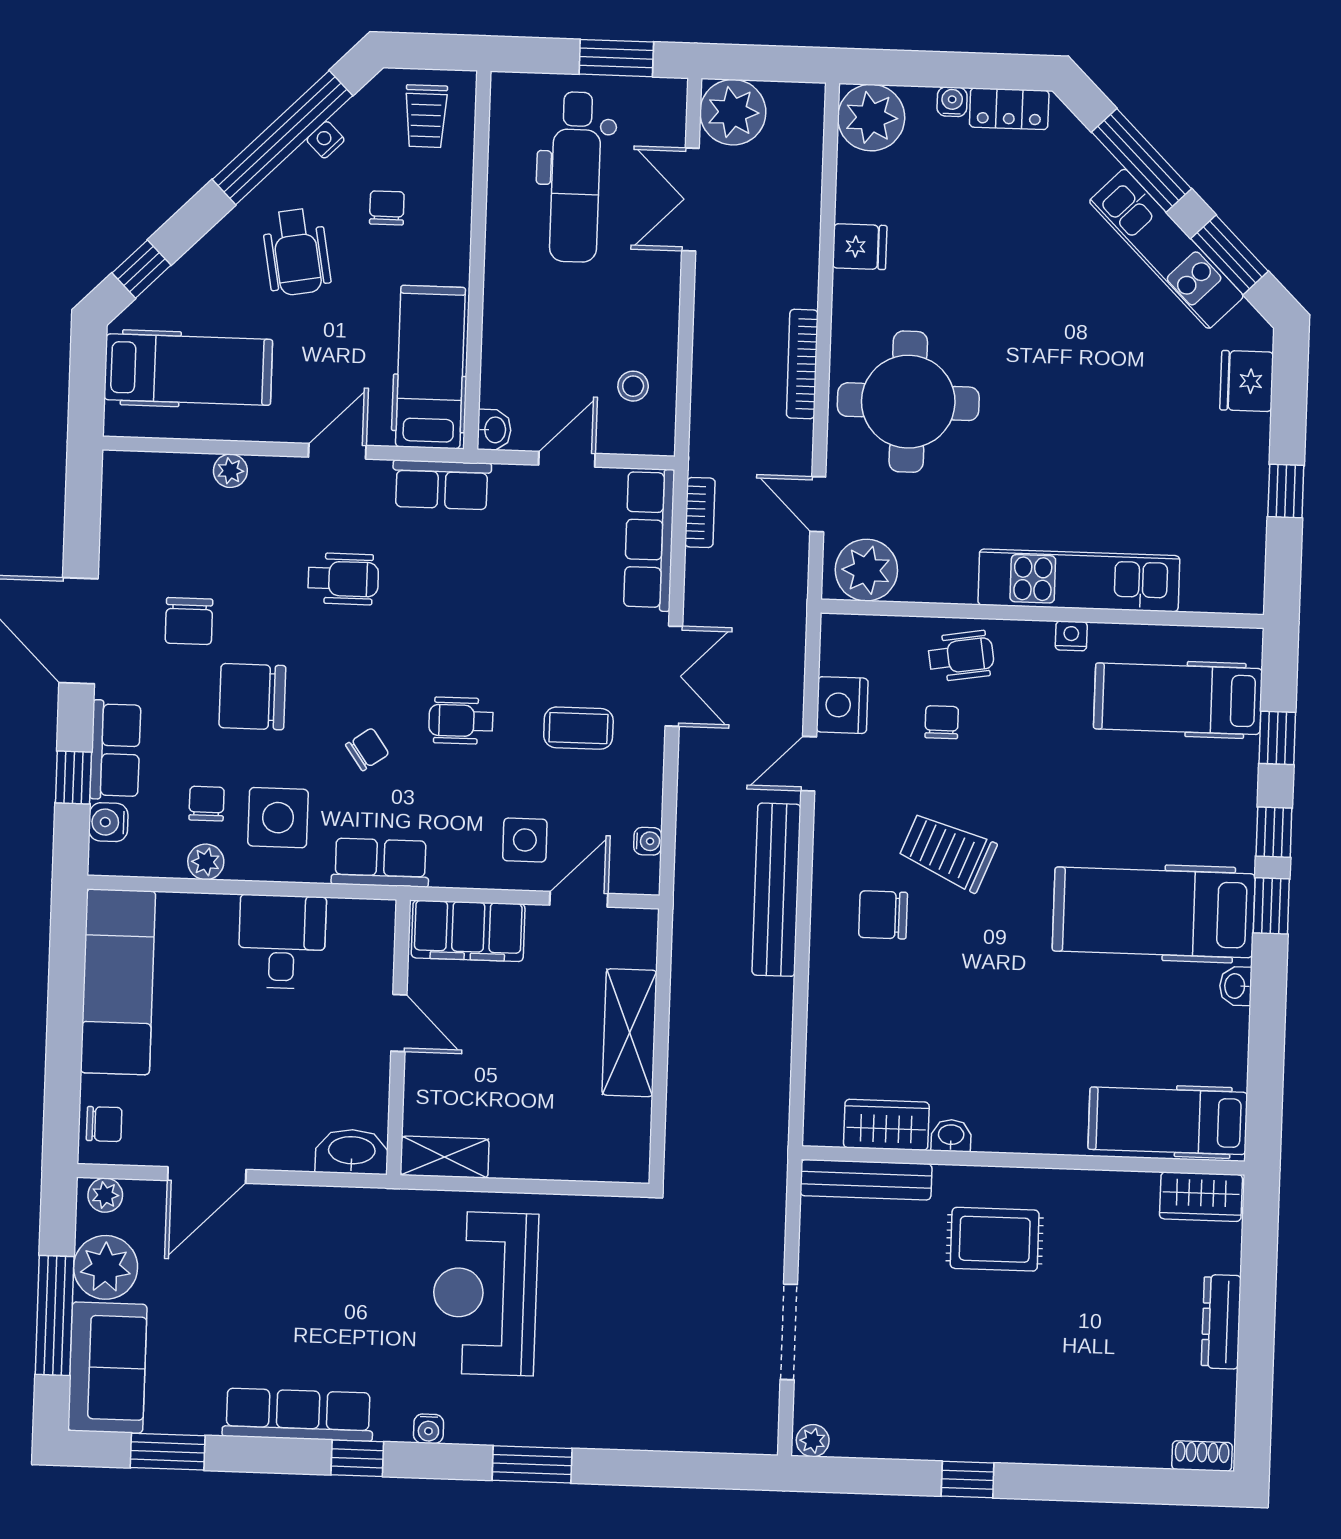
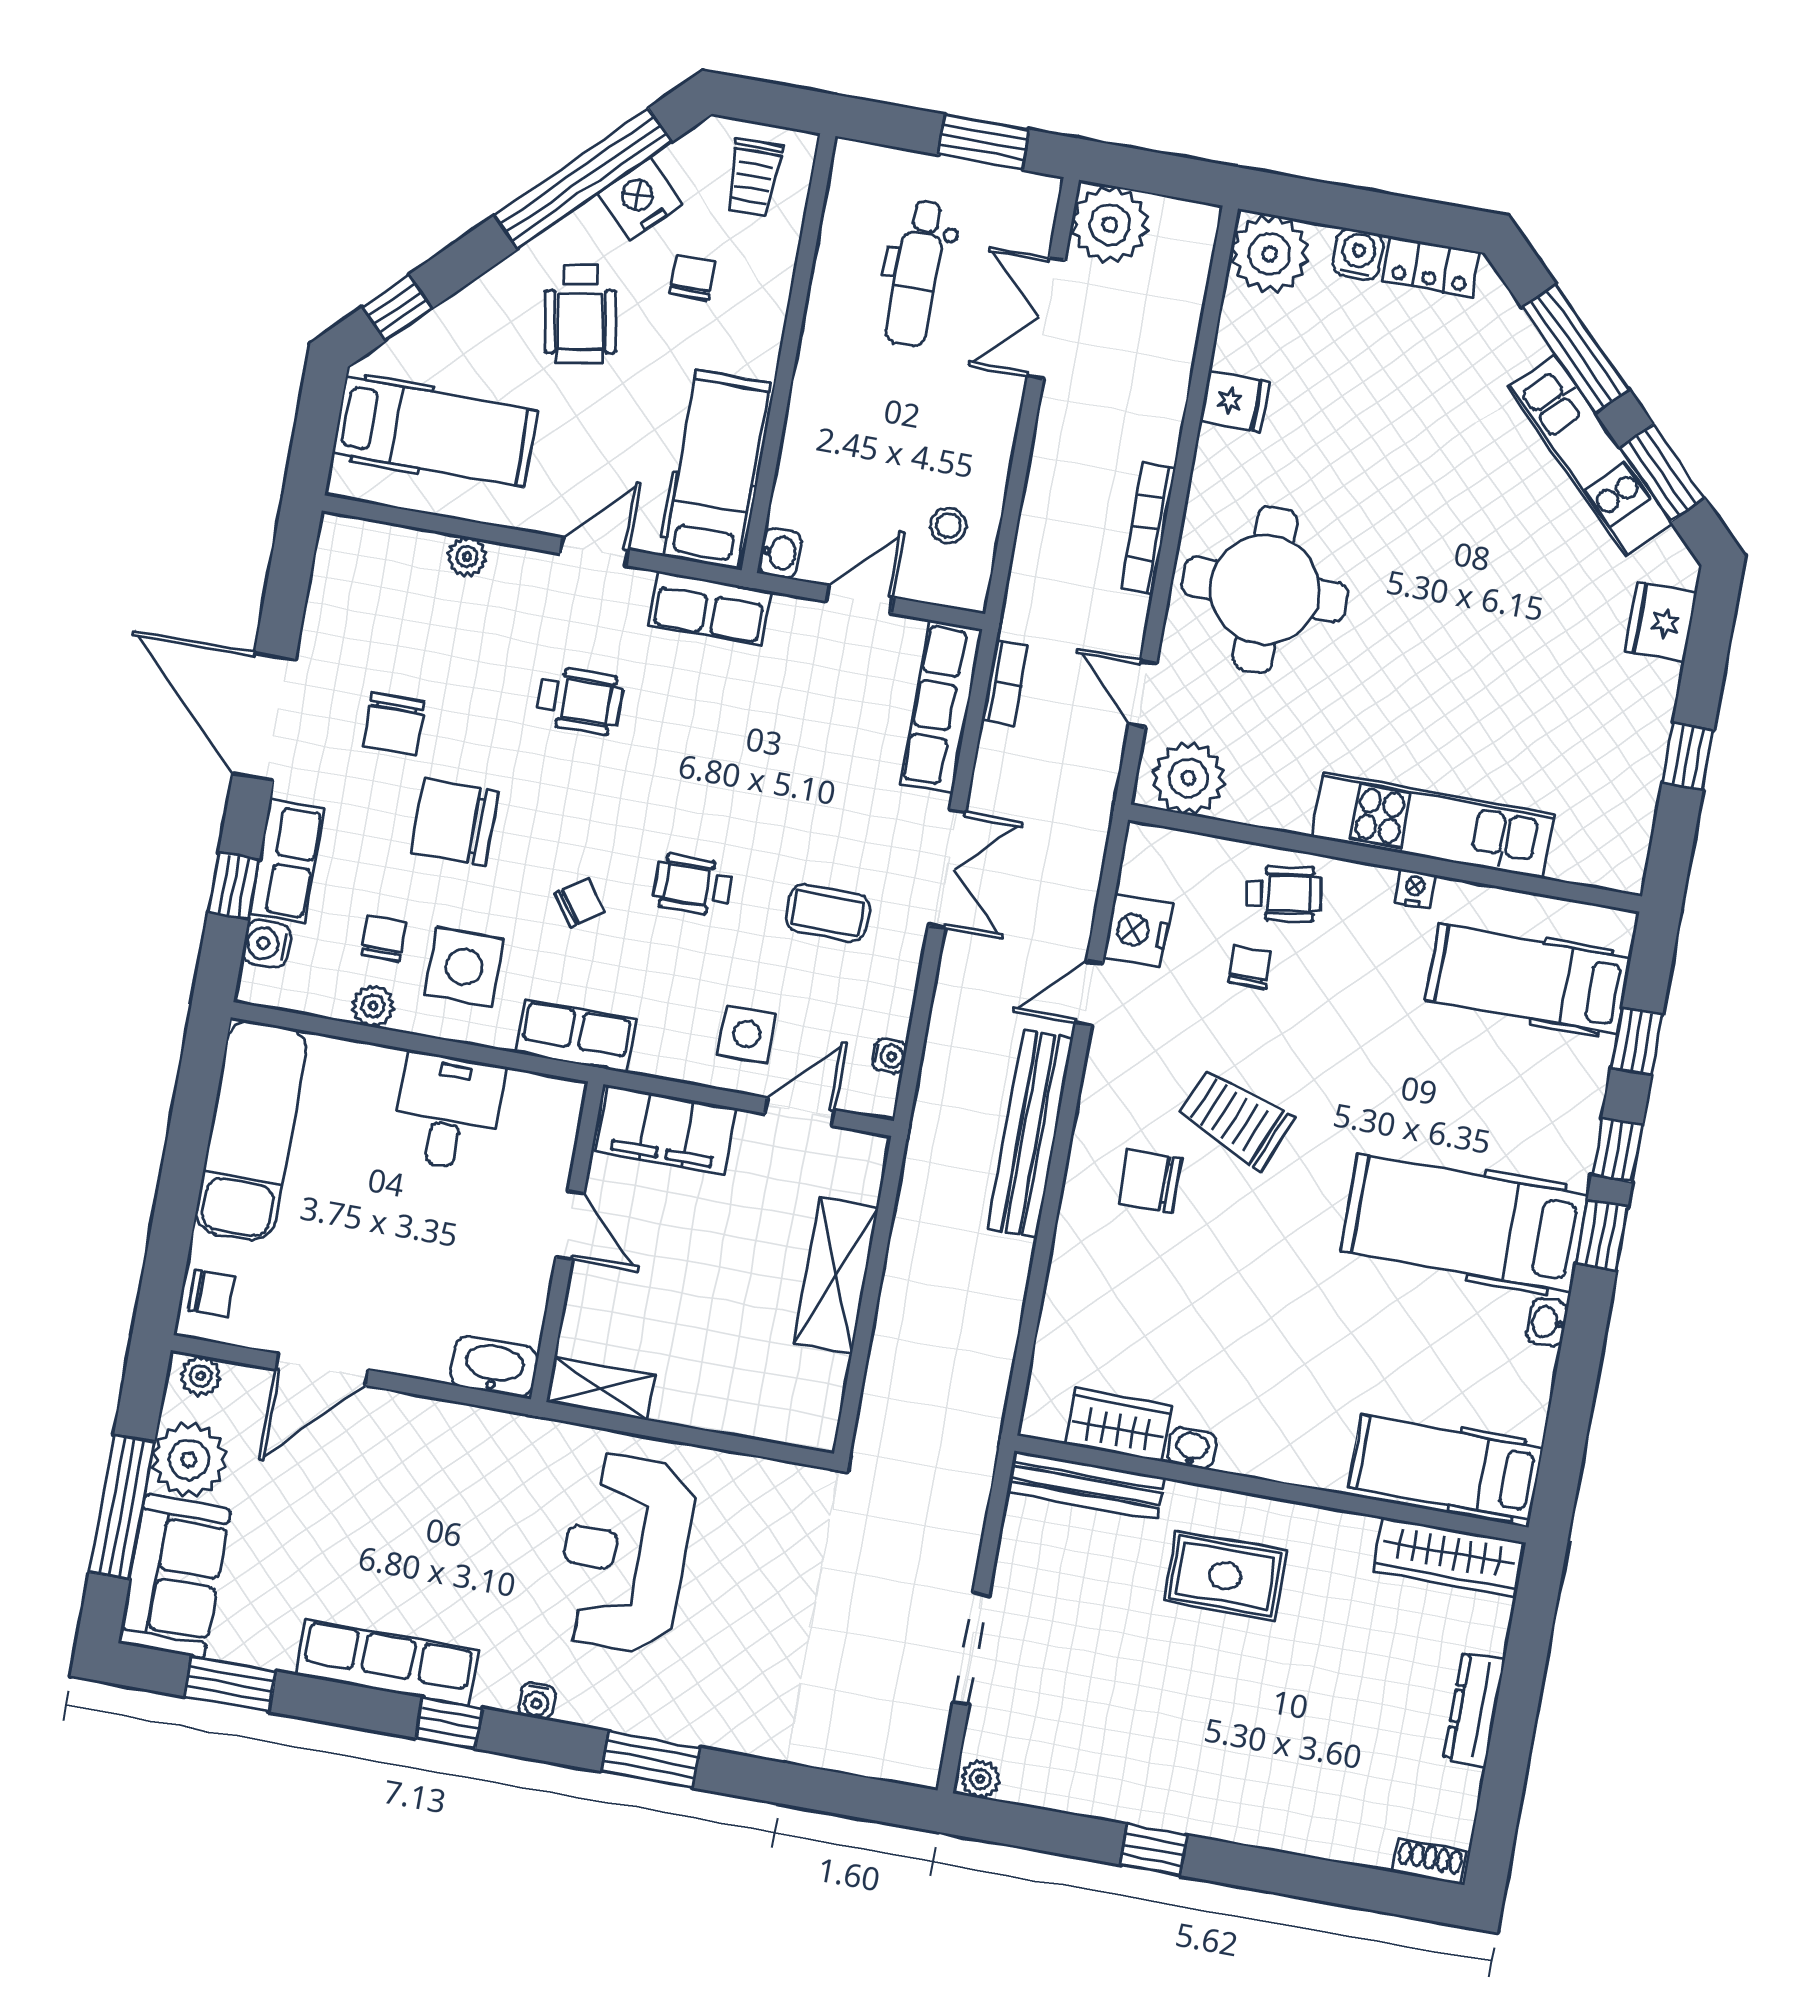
water cooler: (952, 102) -> (1358, 254), width x1.38, depth x1.38
nightstand: (326, 140) -> (640, 199), width x1.89, depth x1.79
dental chair: (576, 177) -> (917, 273), width x0.73, depth x0.72
wardrobe: (1201, 1197) -> (1448, 1557), width x1.50

